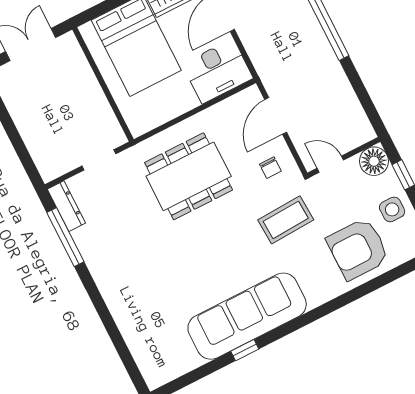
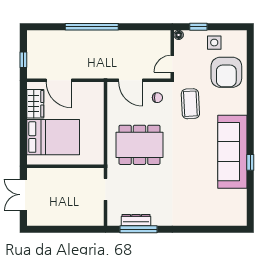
desk: (218, 71) -> (90, 100), removed
floor lamp: (374, 161) -> (179, 35), width x0.53, depth x0.53
dining table: (189, 176) -> (139, 145), turned 90
dresser: (66, 206) -> (136, 220), moved

